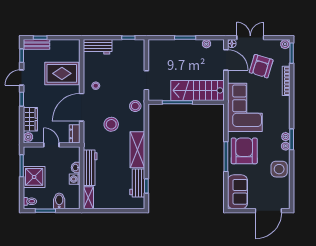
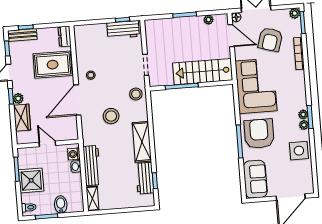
workbench: (98, 47) -> (123, 30), moved
dresser: (75, 134) -> (65, 36), moved
plant: (28, 137) -> (18, 98), moved
washing machine: (75, 179) -> (74, 154), moved

